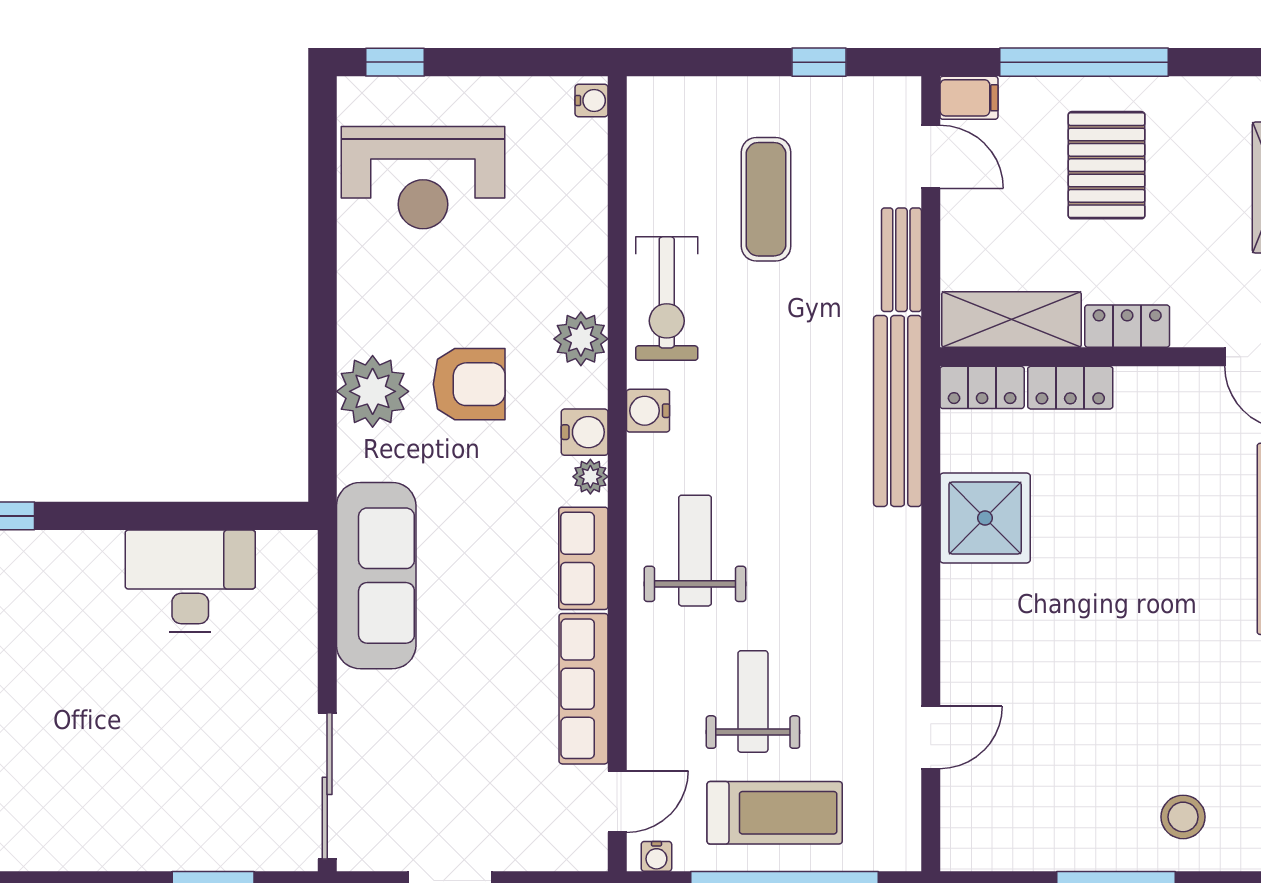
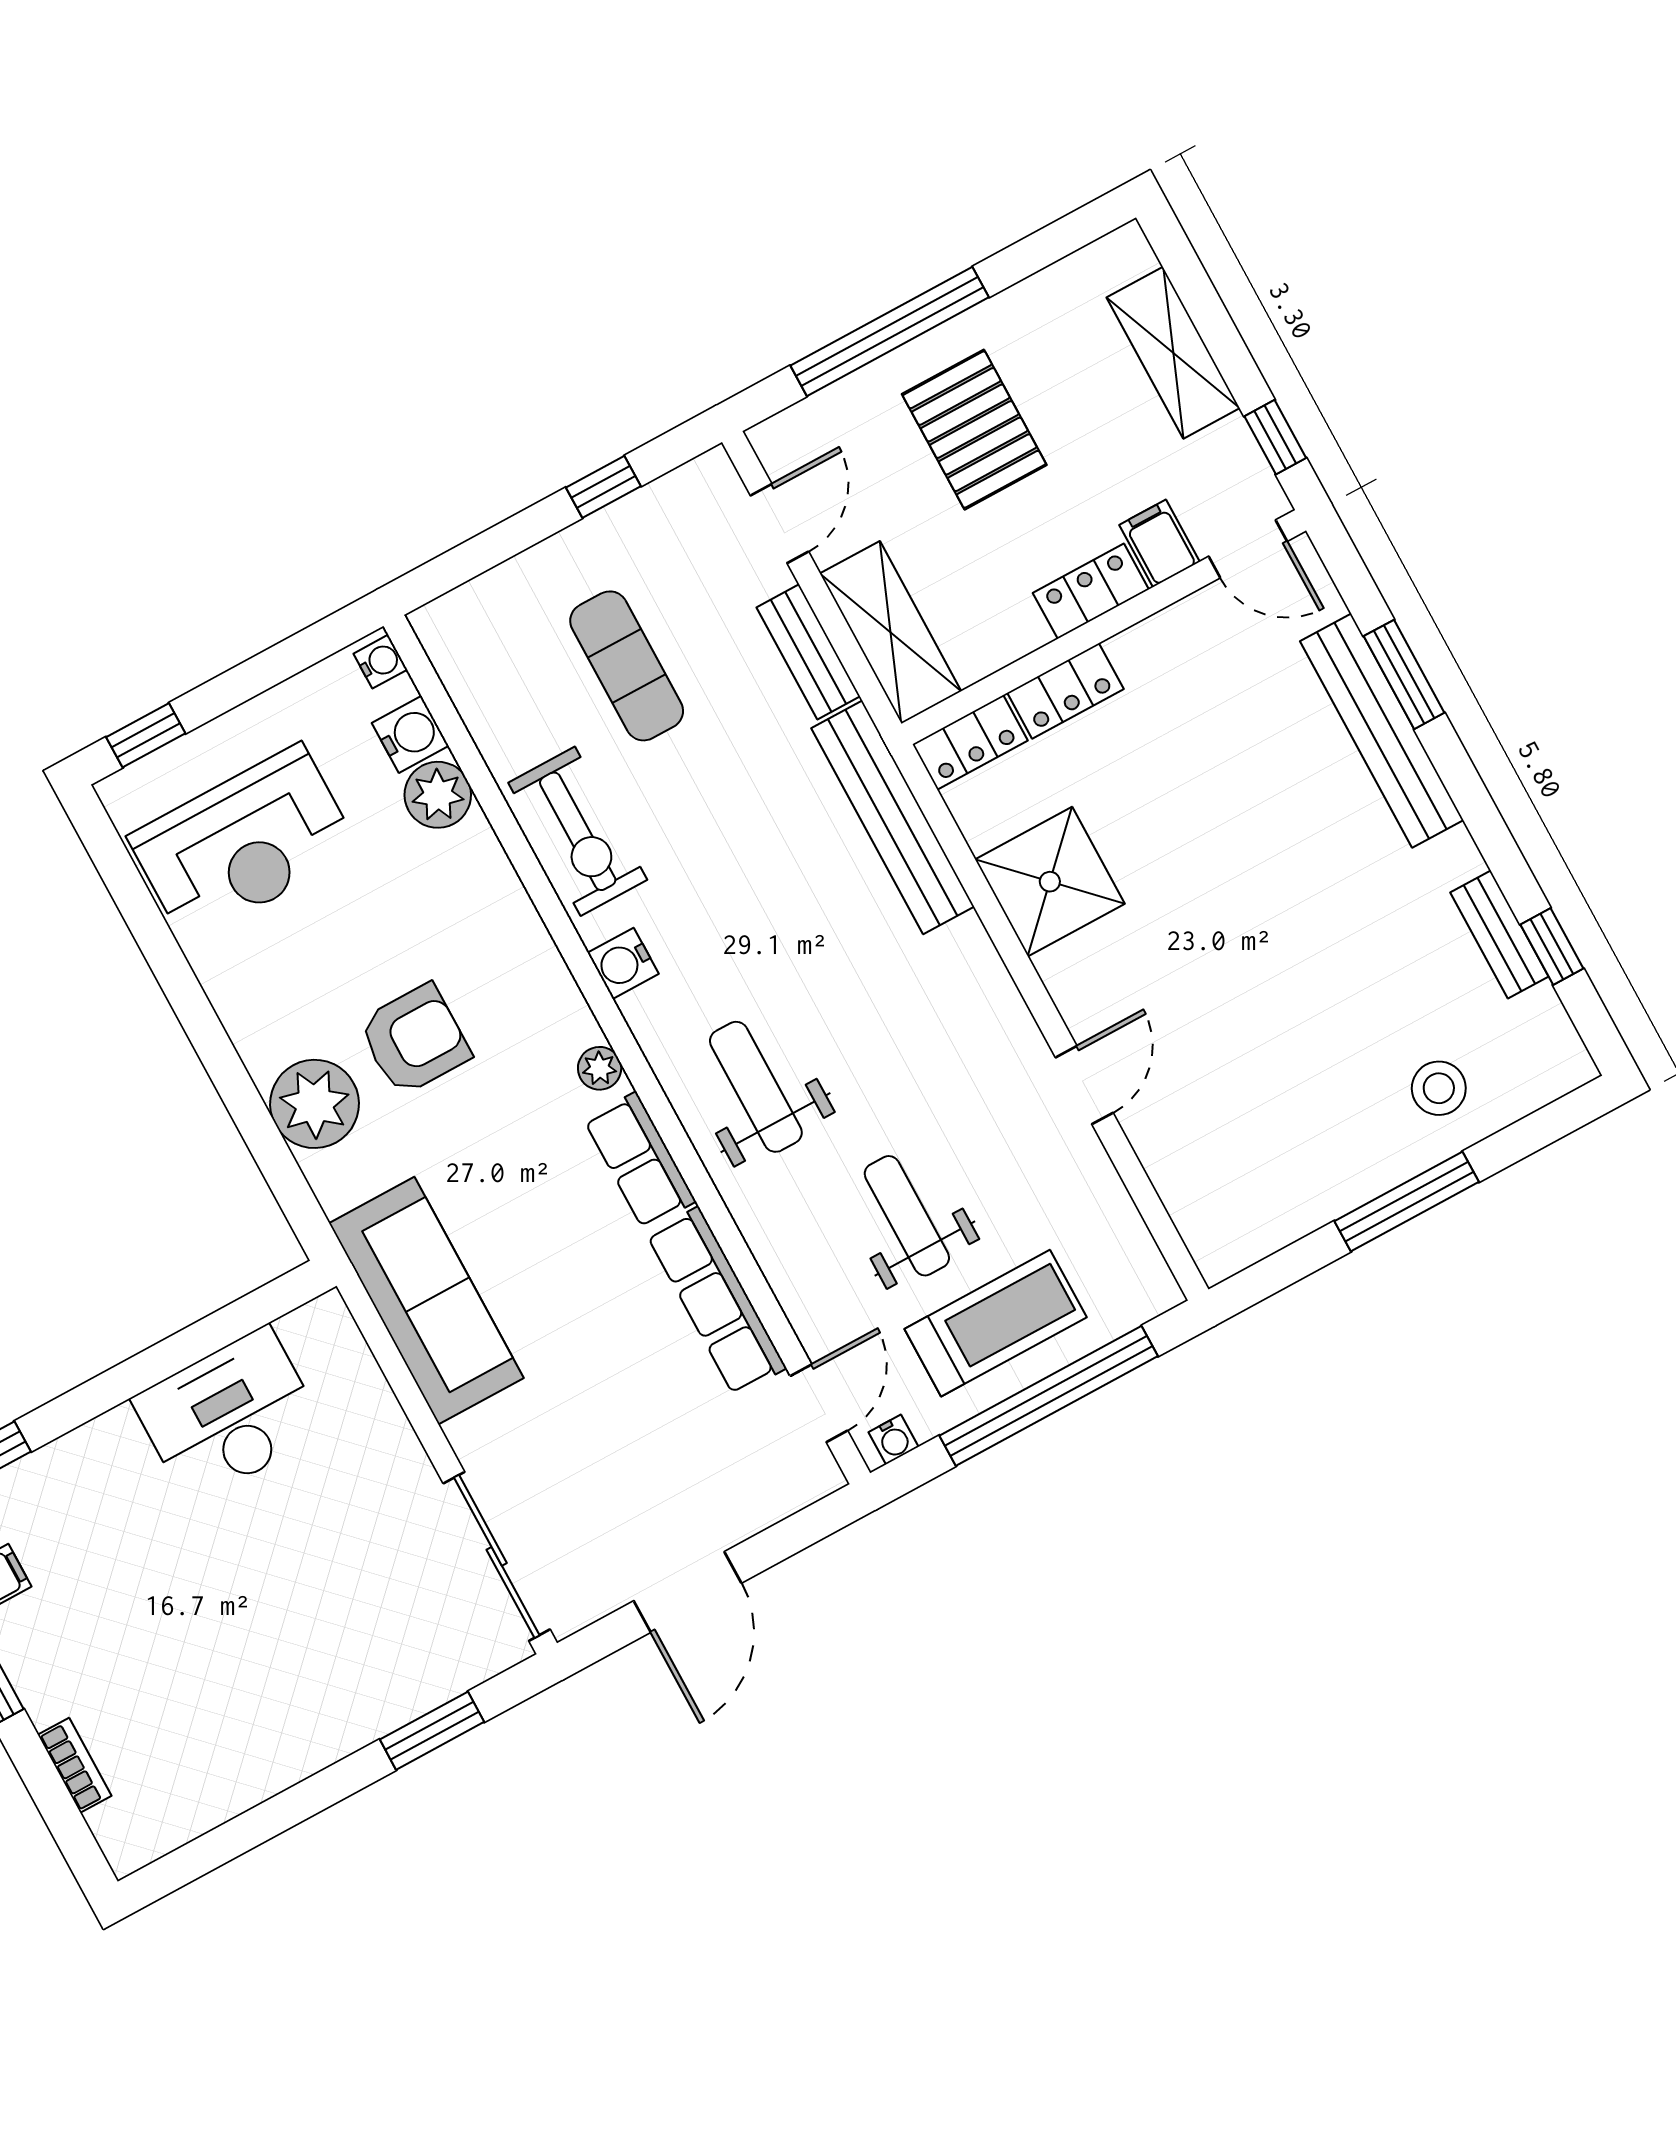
filing cabinet: (969, 98) -> (1159, 543), moved, turned -90
door: (931, 157) -> (779, 524), hinge flipped
shelving: (1011, 320) -> (891, 632), moved, turned 90
plant: (581, 339) -> (438, 795), moved
water cooler: (585, 432) -> (410, 734), moved
door: (931, 737) -> (1084, 1085), moved

